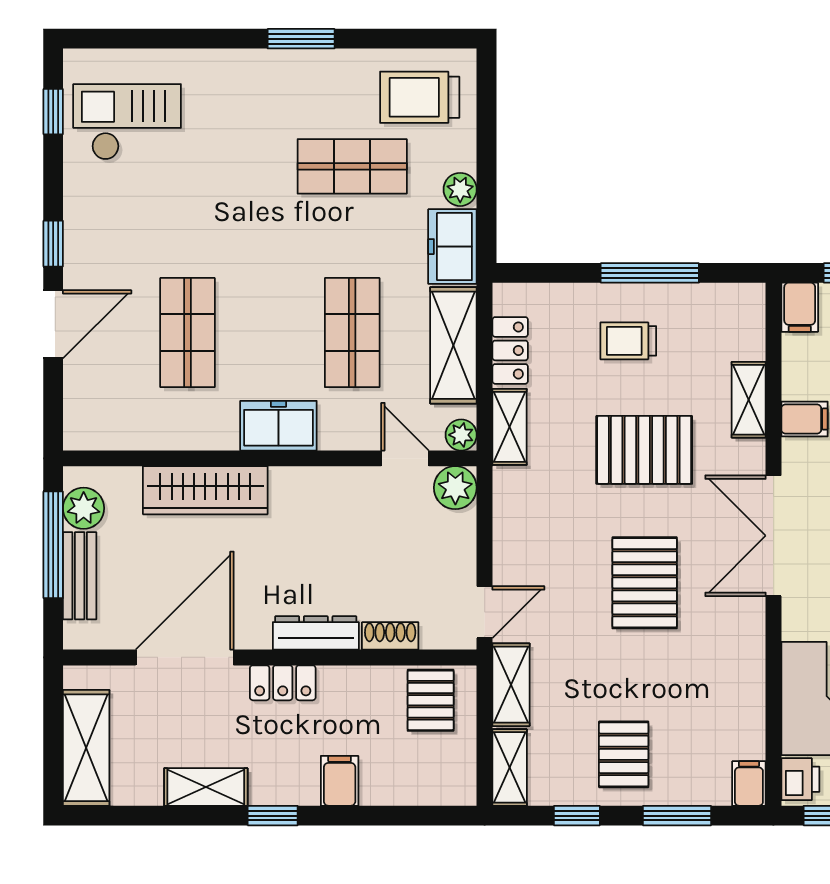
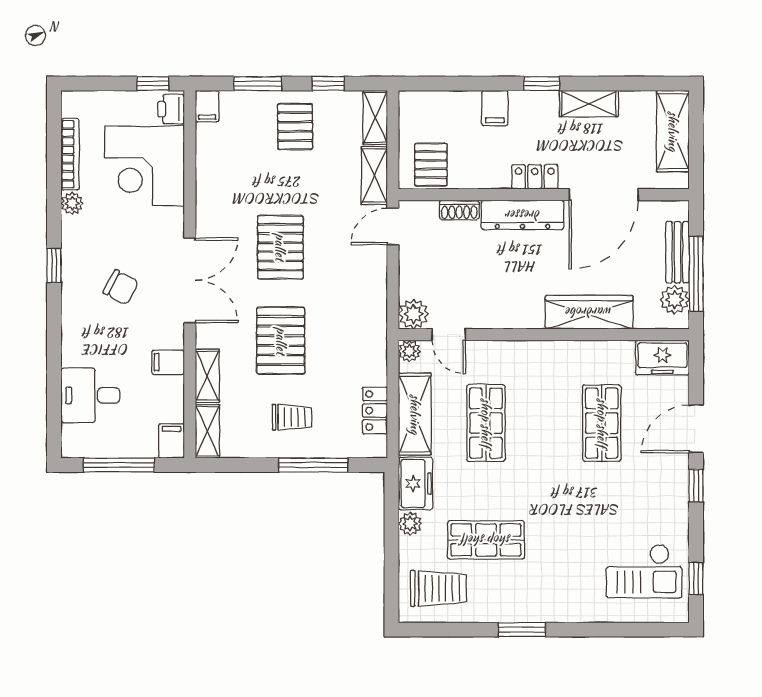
window: (650, 273) -> (313, 465), moved
freezer: (278, 426) -> (662, 358), moved
shelving: (509, 427) -> (207, 431), moved
pallet: (644, 450) -> (281, 341), turned 90
dresser: (316, 633) -> (523, 215), width x1.37, depth x1.24

